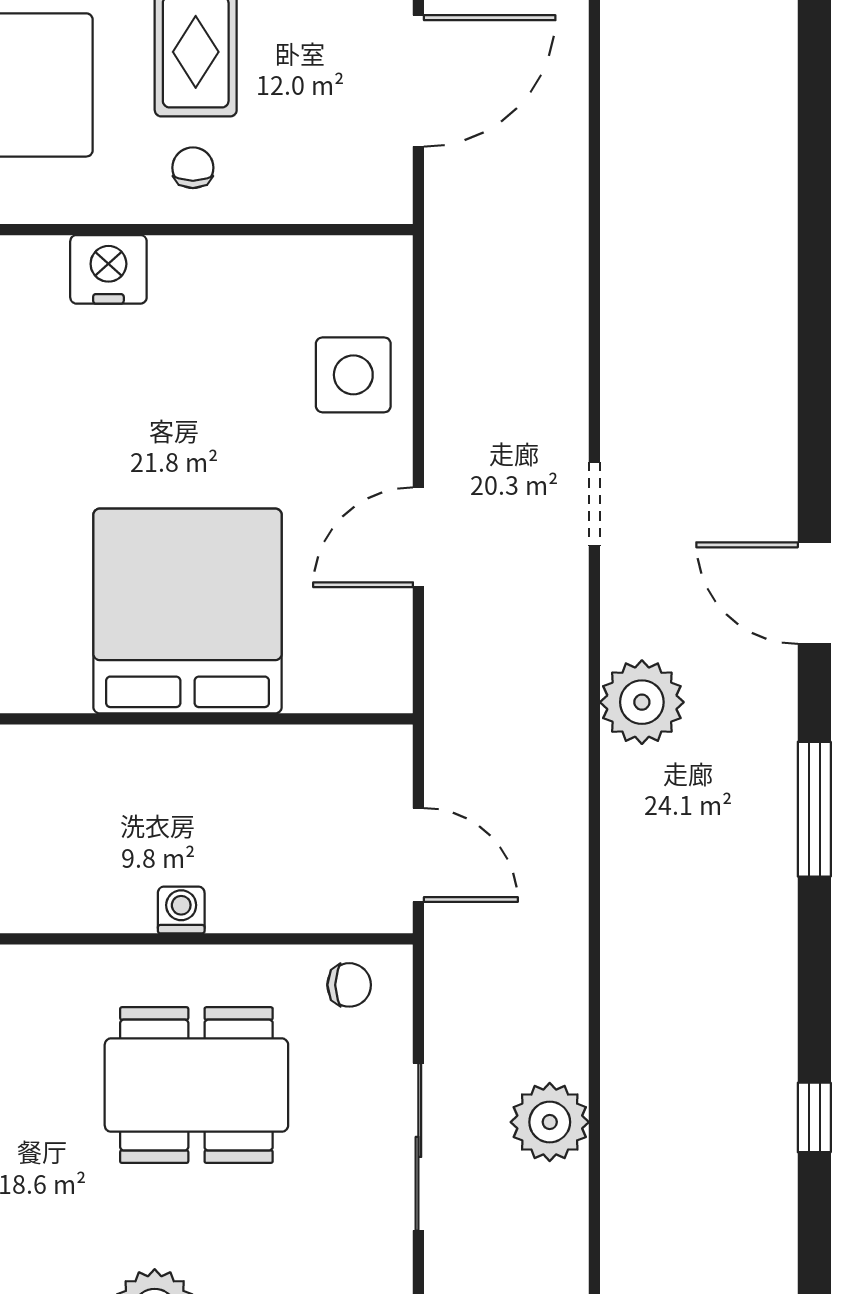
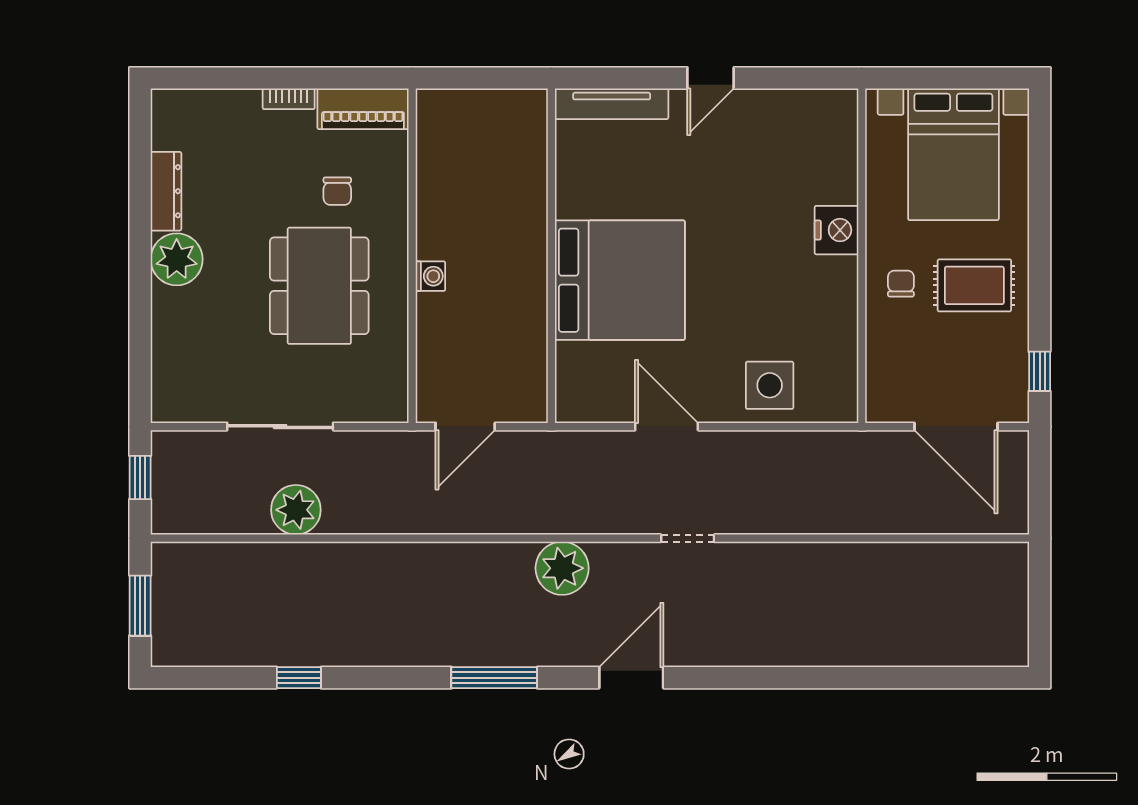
chair: (193, 168) -> (901, 284), turned -90
chair: (349, 985) -> (337, 191), moved

